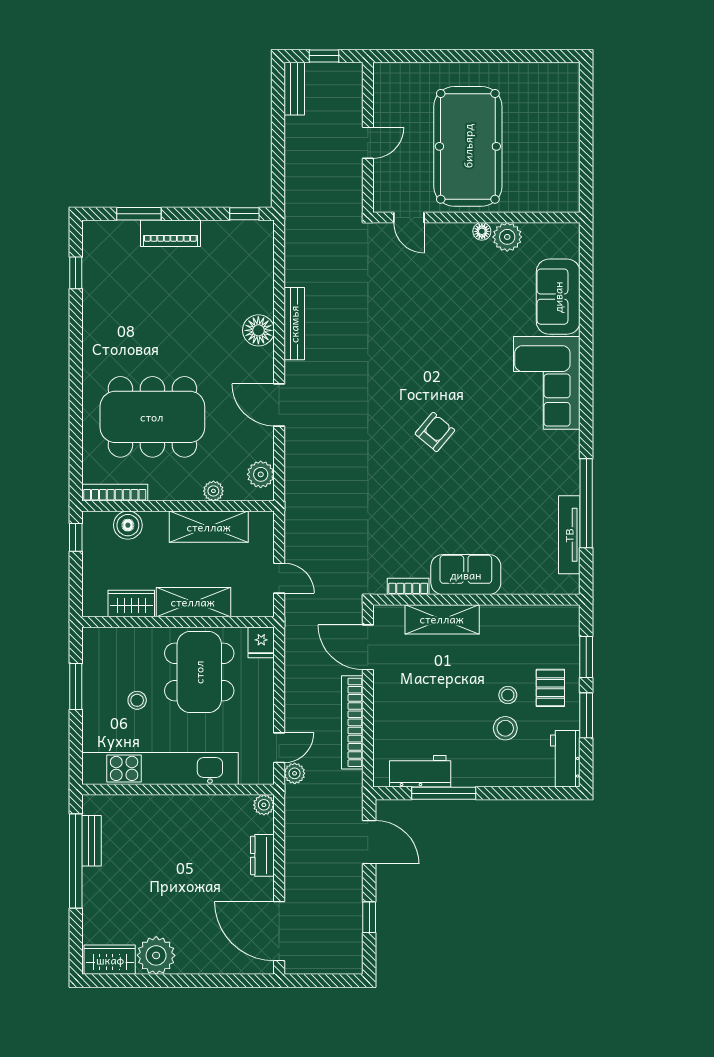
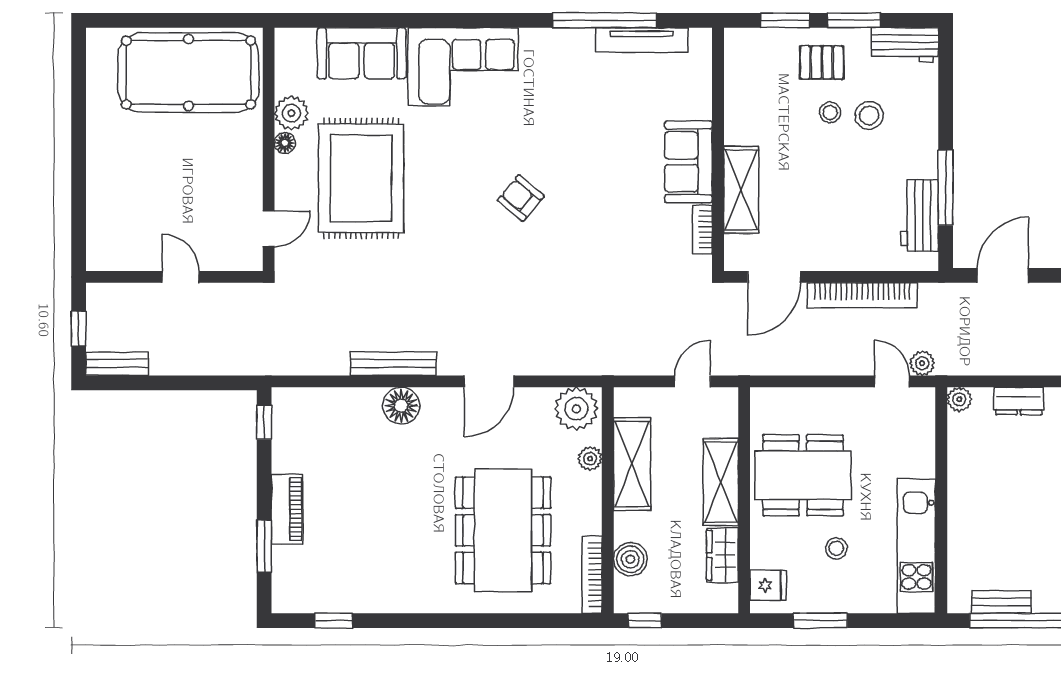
pool table: (468, 146) -> (188, 73), moved
rug: (452, 296) -> (361, 178), added
plant: (261, 474) -> (576, 409), width x1.36, depth x1.36
fridge: (261, 642) -> (768, 585), moved
kitchen unit: (160, 768) -> (916, 546), width x0.73

